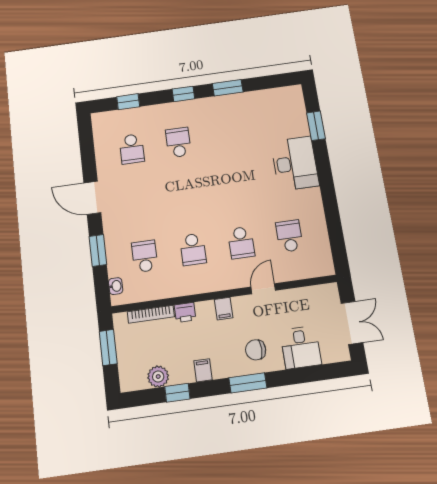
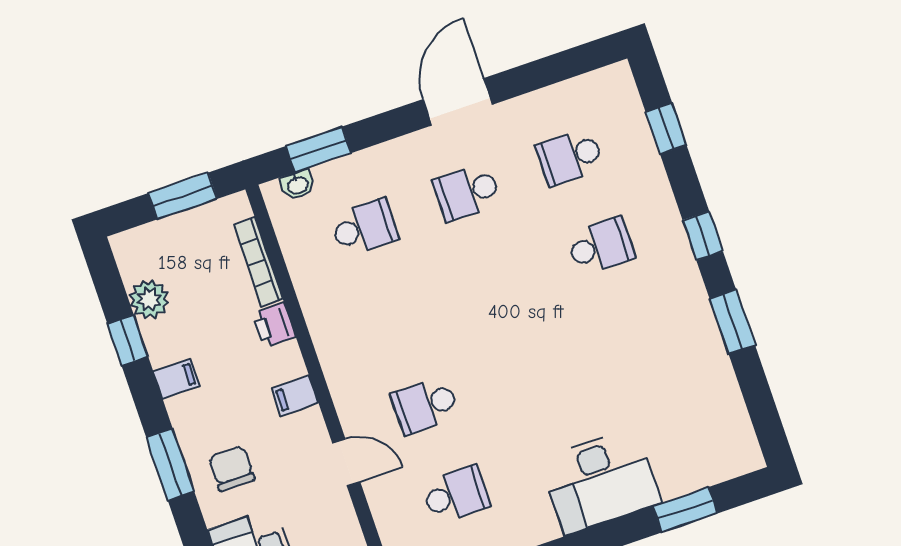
school desk: (193, 249) -> (467, 192), moved
window: (98, 250) -> (318, 150), moved

